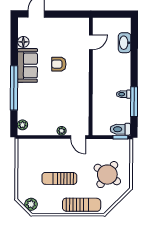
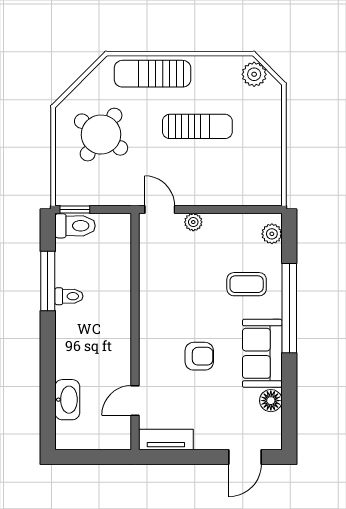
tv unit: (76, 23) -> (166, 439), added
coffee table: (35, 100) -> (247, 284), added

